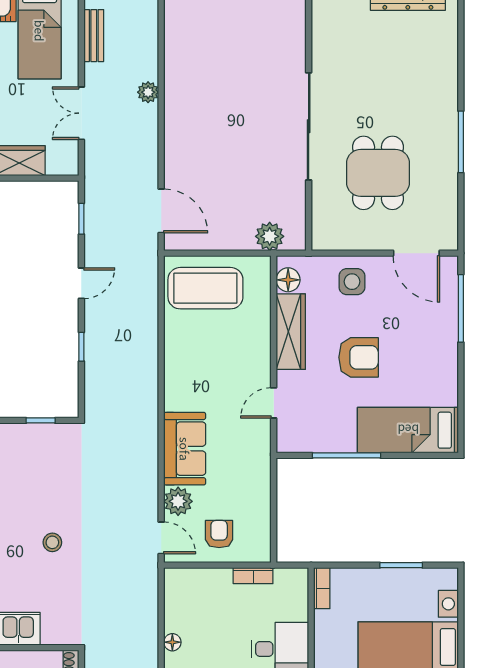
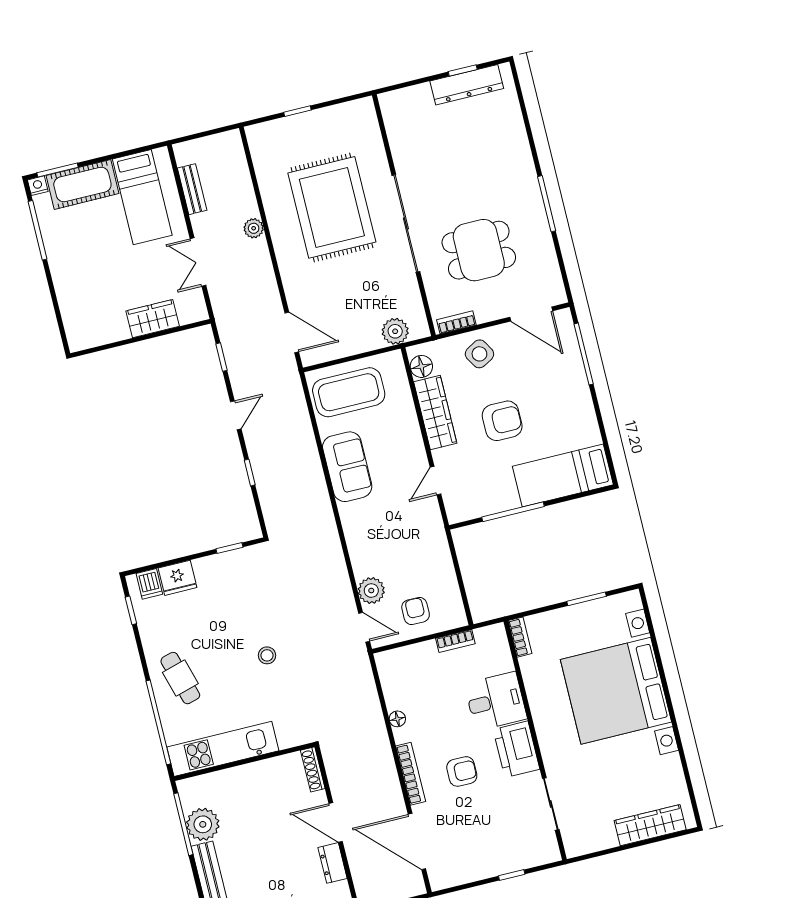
rug: (235, 91) -> (332, 207), added
dining table: (378, 173) -> (479, 250), turned 90
bookcase: (336, 243) -> (456, 322), added
side table: (352, 282) -> (479, 354), turned -30
sofa: (185, 449) -> (347, 467), moved

